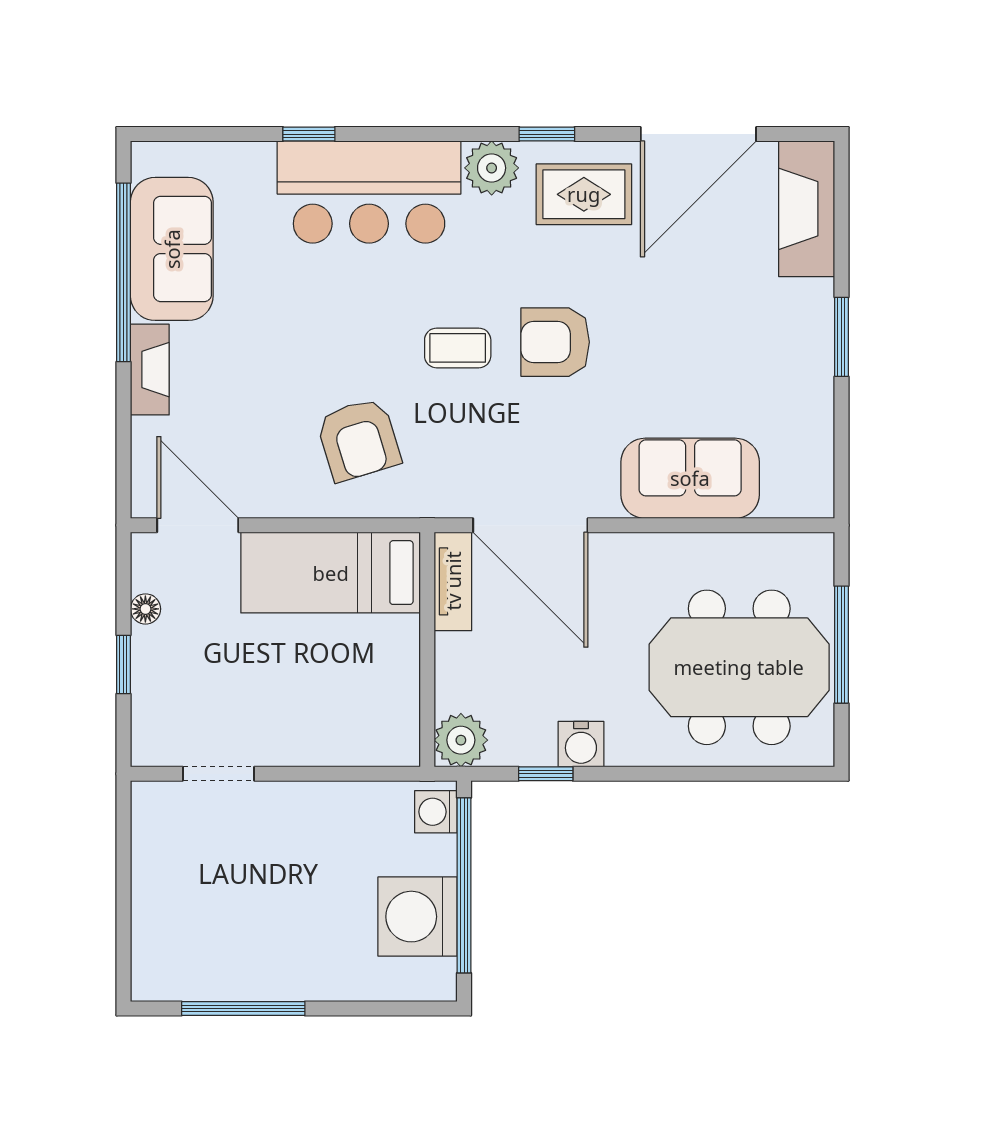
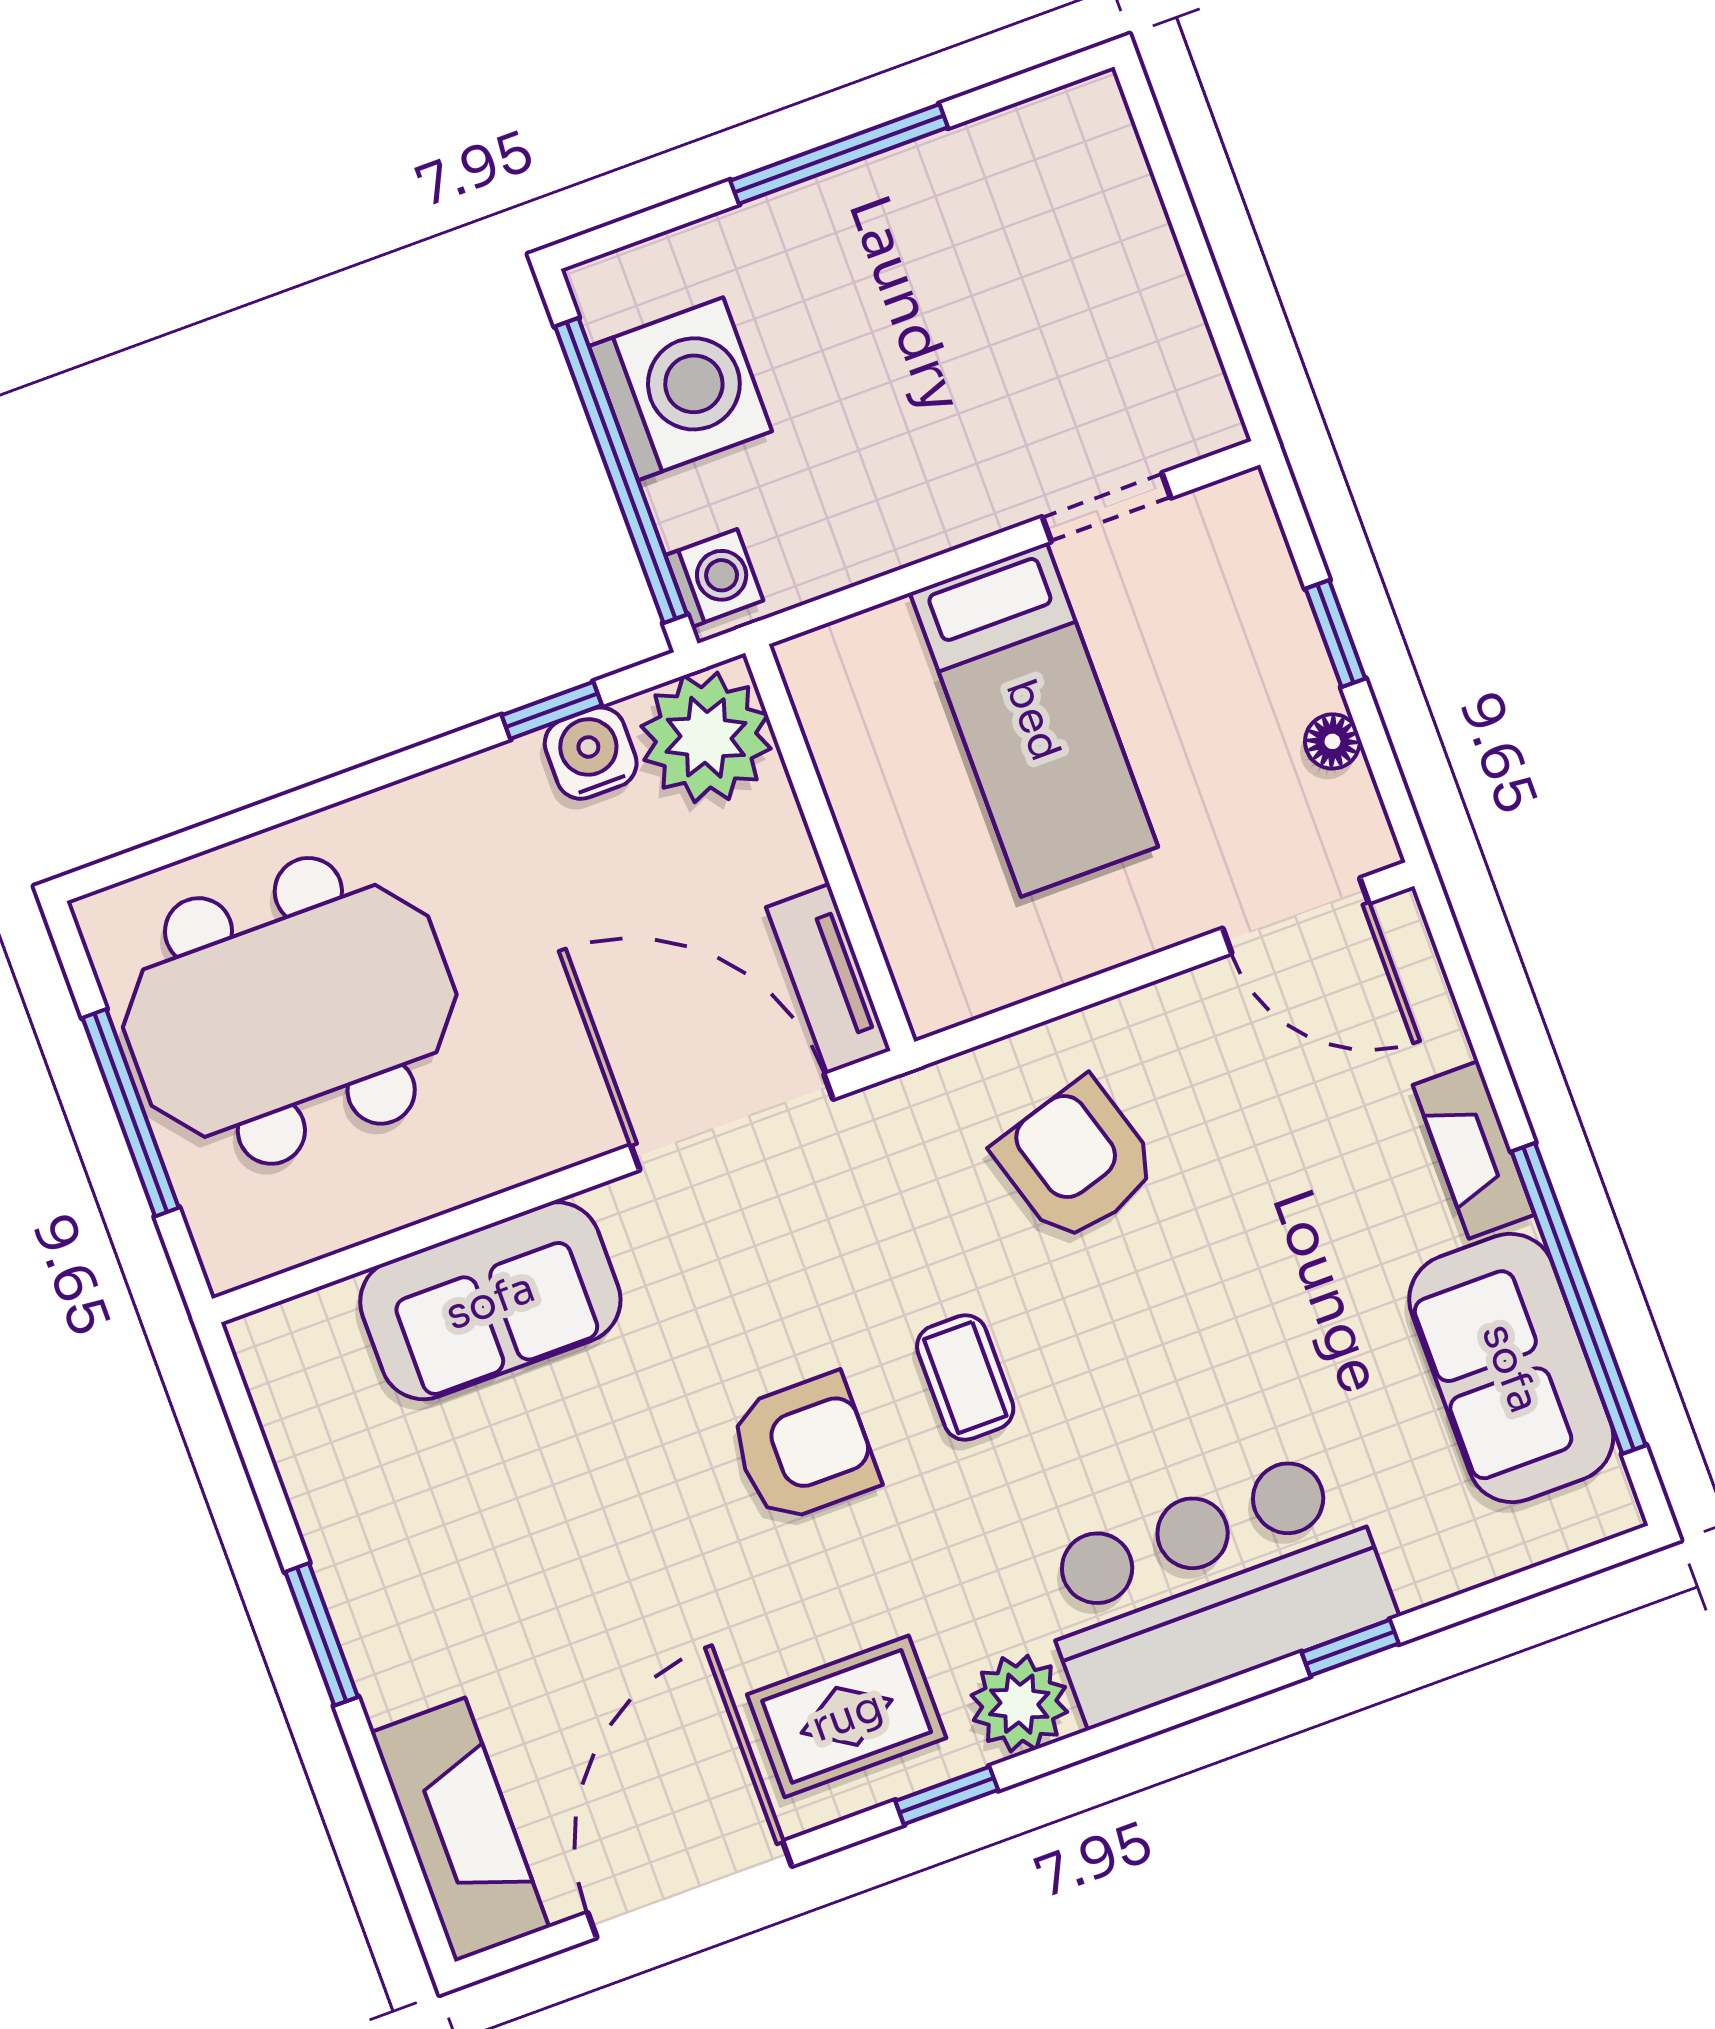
coffee table: (458, 348) -> (965, 1377), turned 90
bed: (331, 573) -> (1034, 720), moved, turned 90
plant: (461, 740) -> (706, 737), width x1.36, depth x1.36
water cooler: (581, 744) -> (591, 753), moved
window: (243, 1009) -> (839, 154), moved

